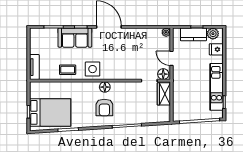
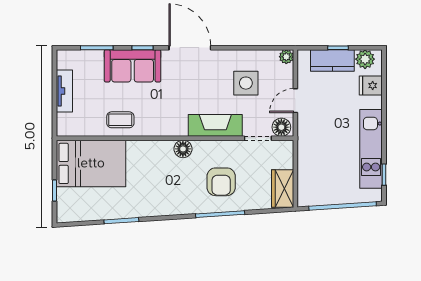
door: (171, 58) -> (295, 101), hinge flipped
tv unit: (34, 67) -> (64, 91), moved
side table: (93, 69) -> (246, 83), moved
fireplace: (124, 73) -> (215, 125), added
wardrobe: (164, 94) -> (283, 188), moved
armchair: (104, 108) -> (221, 182), moved
bed: (50, 112) -> (91, 163), moved

